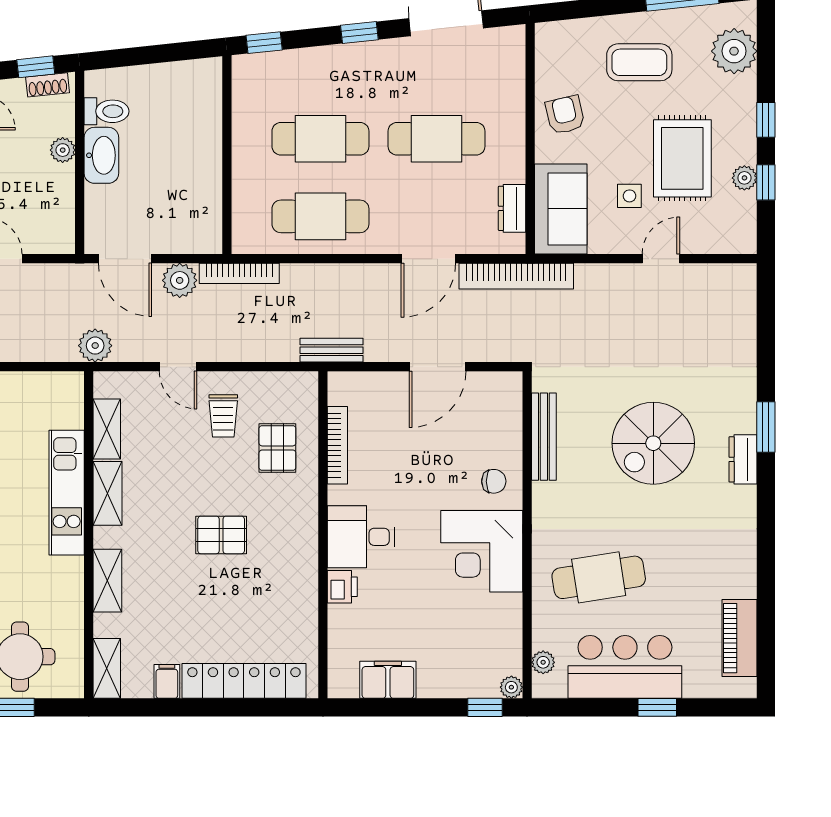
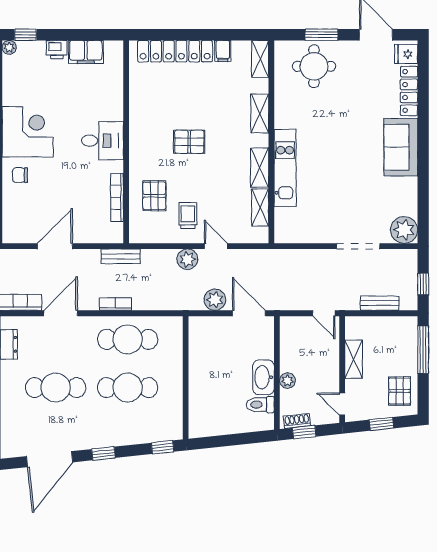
bookcase: (239, 273) -> (115, 304), moved, width x0.64
plant: (95, 346) -> (187, 259), moved
printer: (342, 587) -> (57, 50), moved, turned -90

